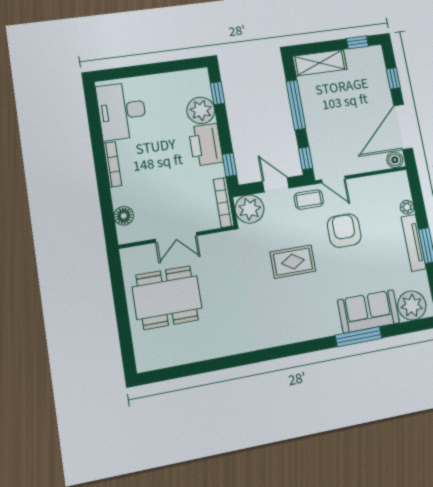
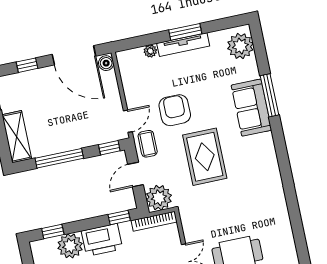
armchair: (344, 231) -> (175, 110), turned 90
rug: (293, 262) -> (205, 157), width x1.36, depth x1.43
sofa: (368, 311) -> (251, 108), moved

